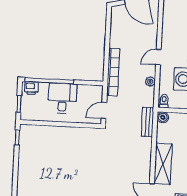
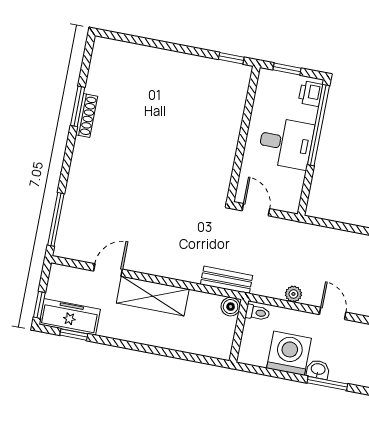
bookcase: (113, 72) -> (318, 234), removed

